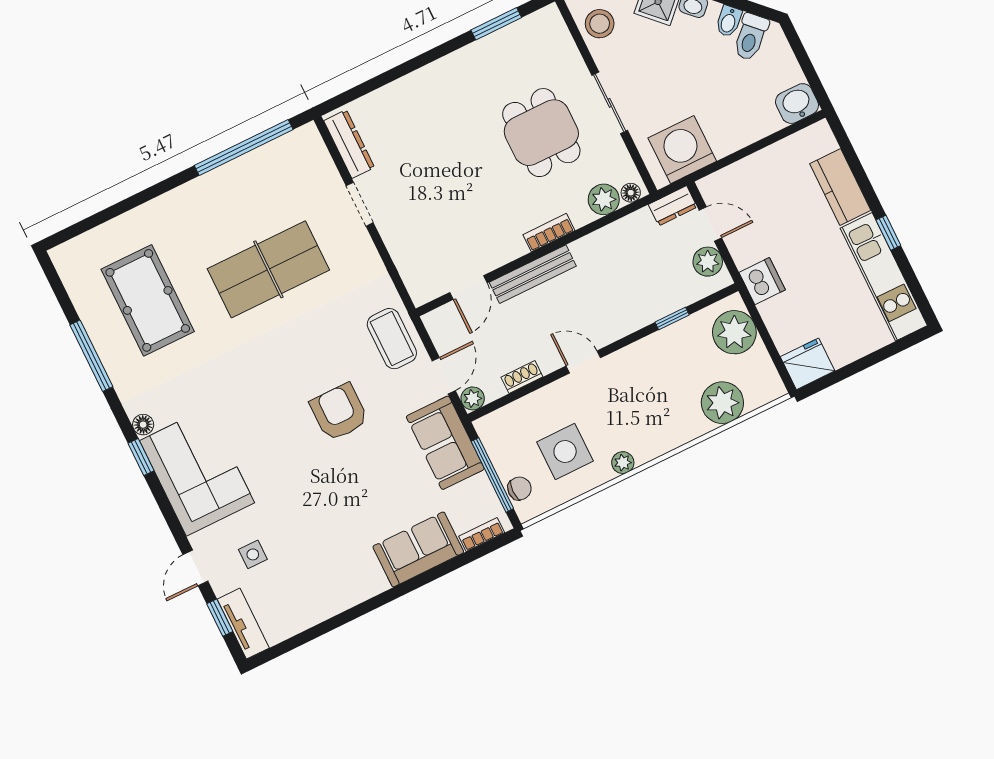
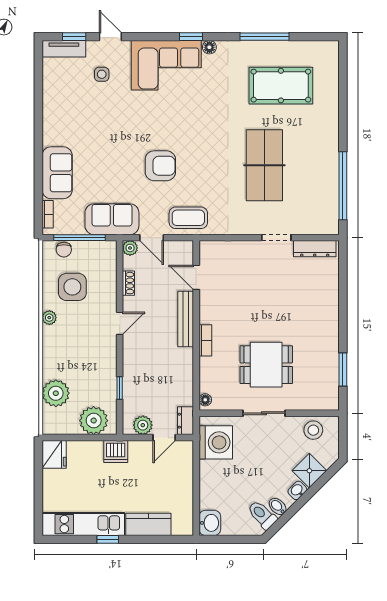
plant: (604, 199) -> (209, 382), removed

